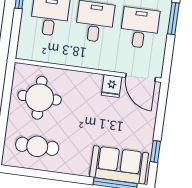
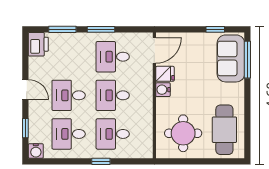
water cooler: (93, 81) -> (163, 90), added
cafe table: (37, 146) -> (224, 130), width x1.37, depth x1.35

